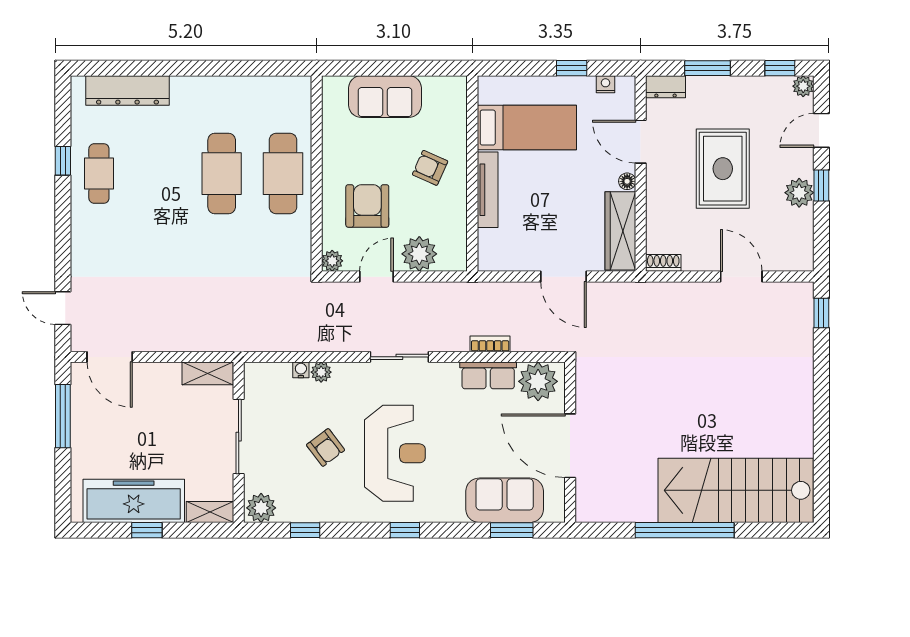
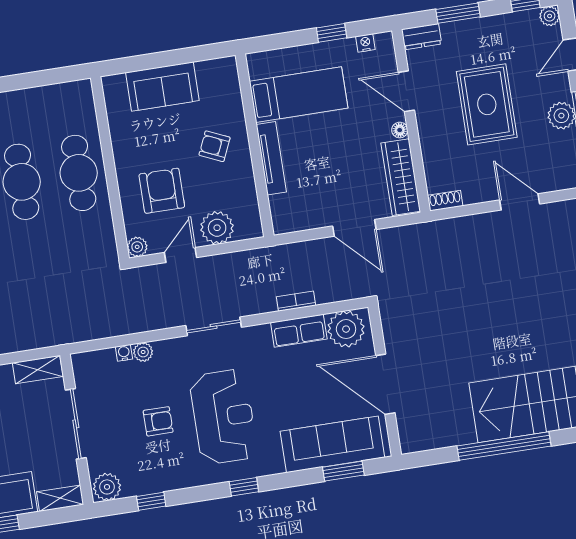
armchair: (326, 447) -> (158, 421), turned -53
sofa: (505, 500) -> (332, 444), width x1.36

